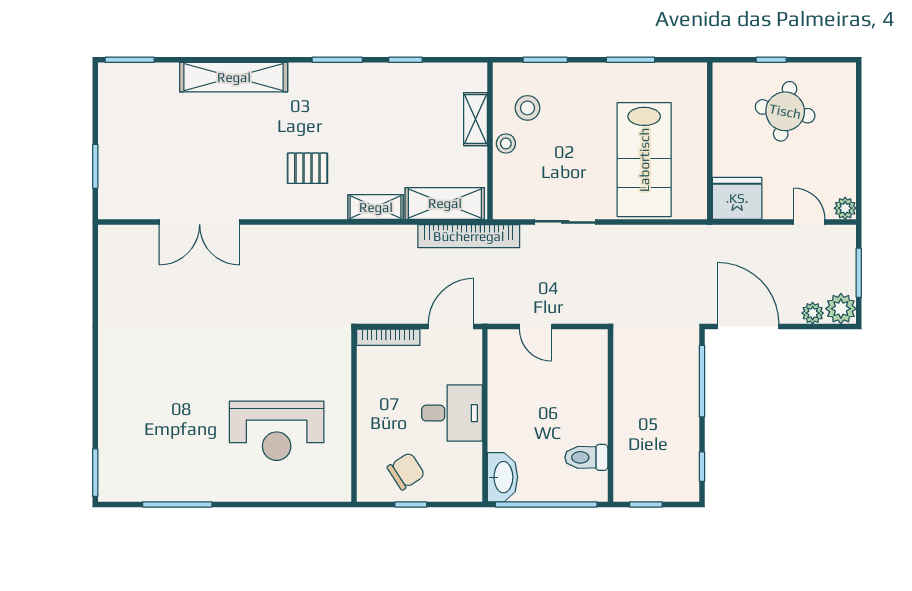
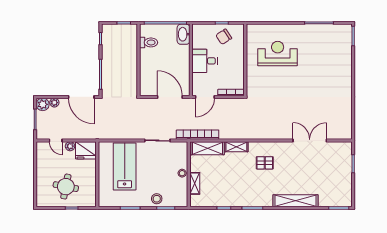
stool: (527, 108) -> (157, 199), moved
plant: (845, 208) -> (70, 146), moved
door: (535, 327) -> (170, 97), width x1.87

